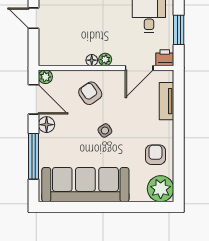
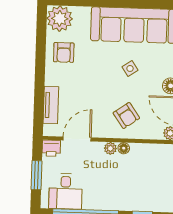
side table: (105, 130) -> (130, 68), moved

